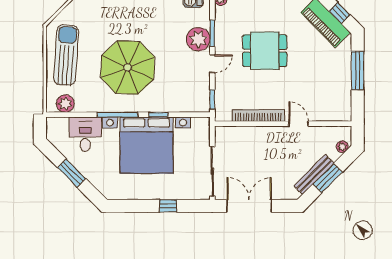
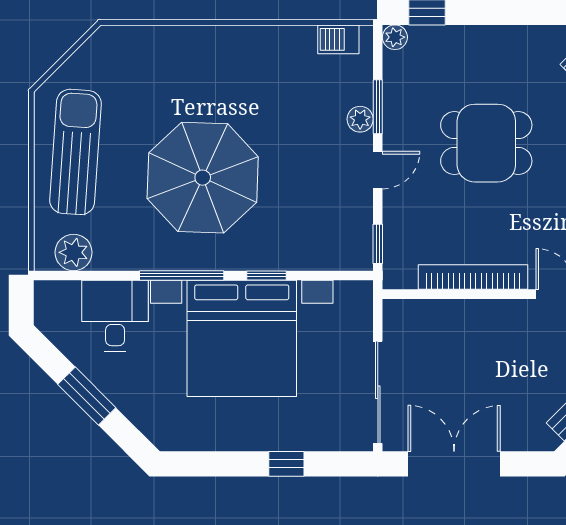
plant: (198, 39) -> (360, 119), width x0.53, depth x0.53

